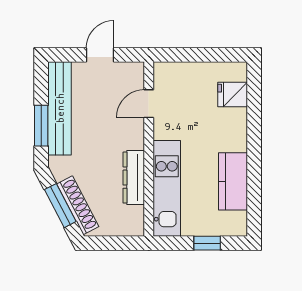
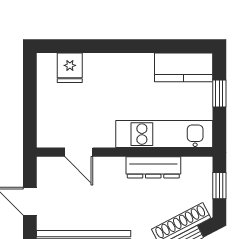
kitchen counter: (233, 181) -> (184, 67), moved
window: (116, 243) -> (219, 186), added

